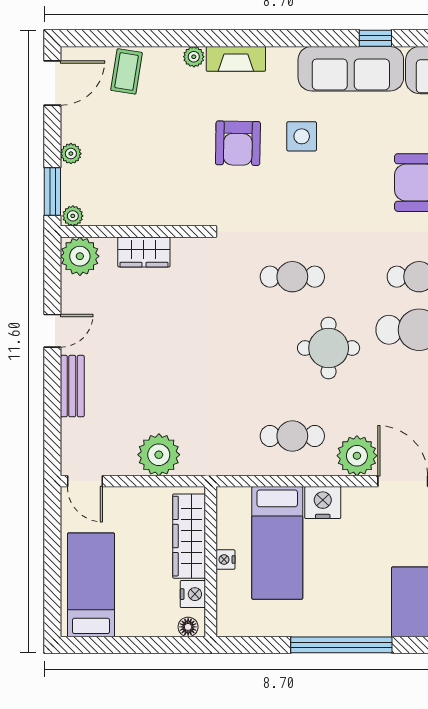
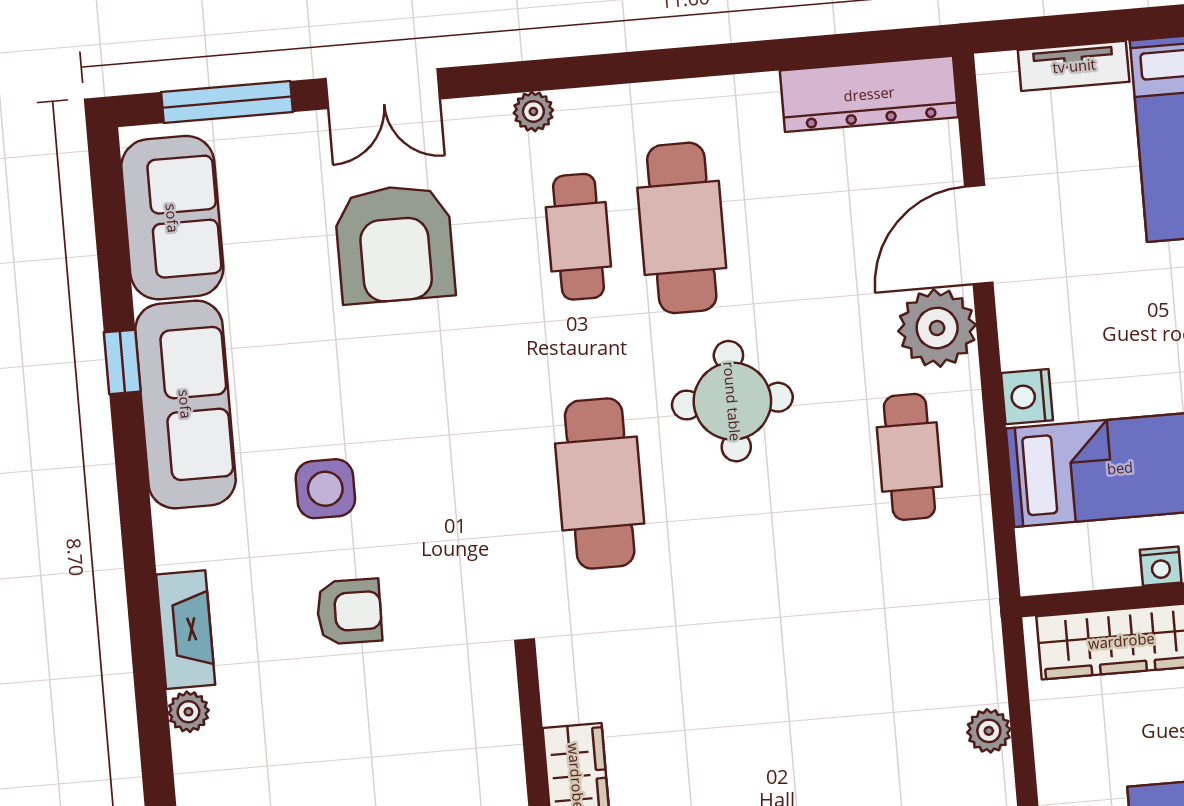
armchair: (238, 143) -> (349, 612), width x0.72, depth x0.72
cafe table: (292, 277) -> (600, 483), width x1.37, depth x1.35
plant: (159, 455) -> (989, 731), width x0.53, depth x0.53
nightstand: (323, 503) -> (1027, 397), width x0.74, depth x0.75

